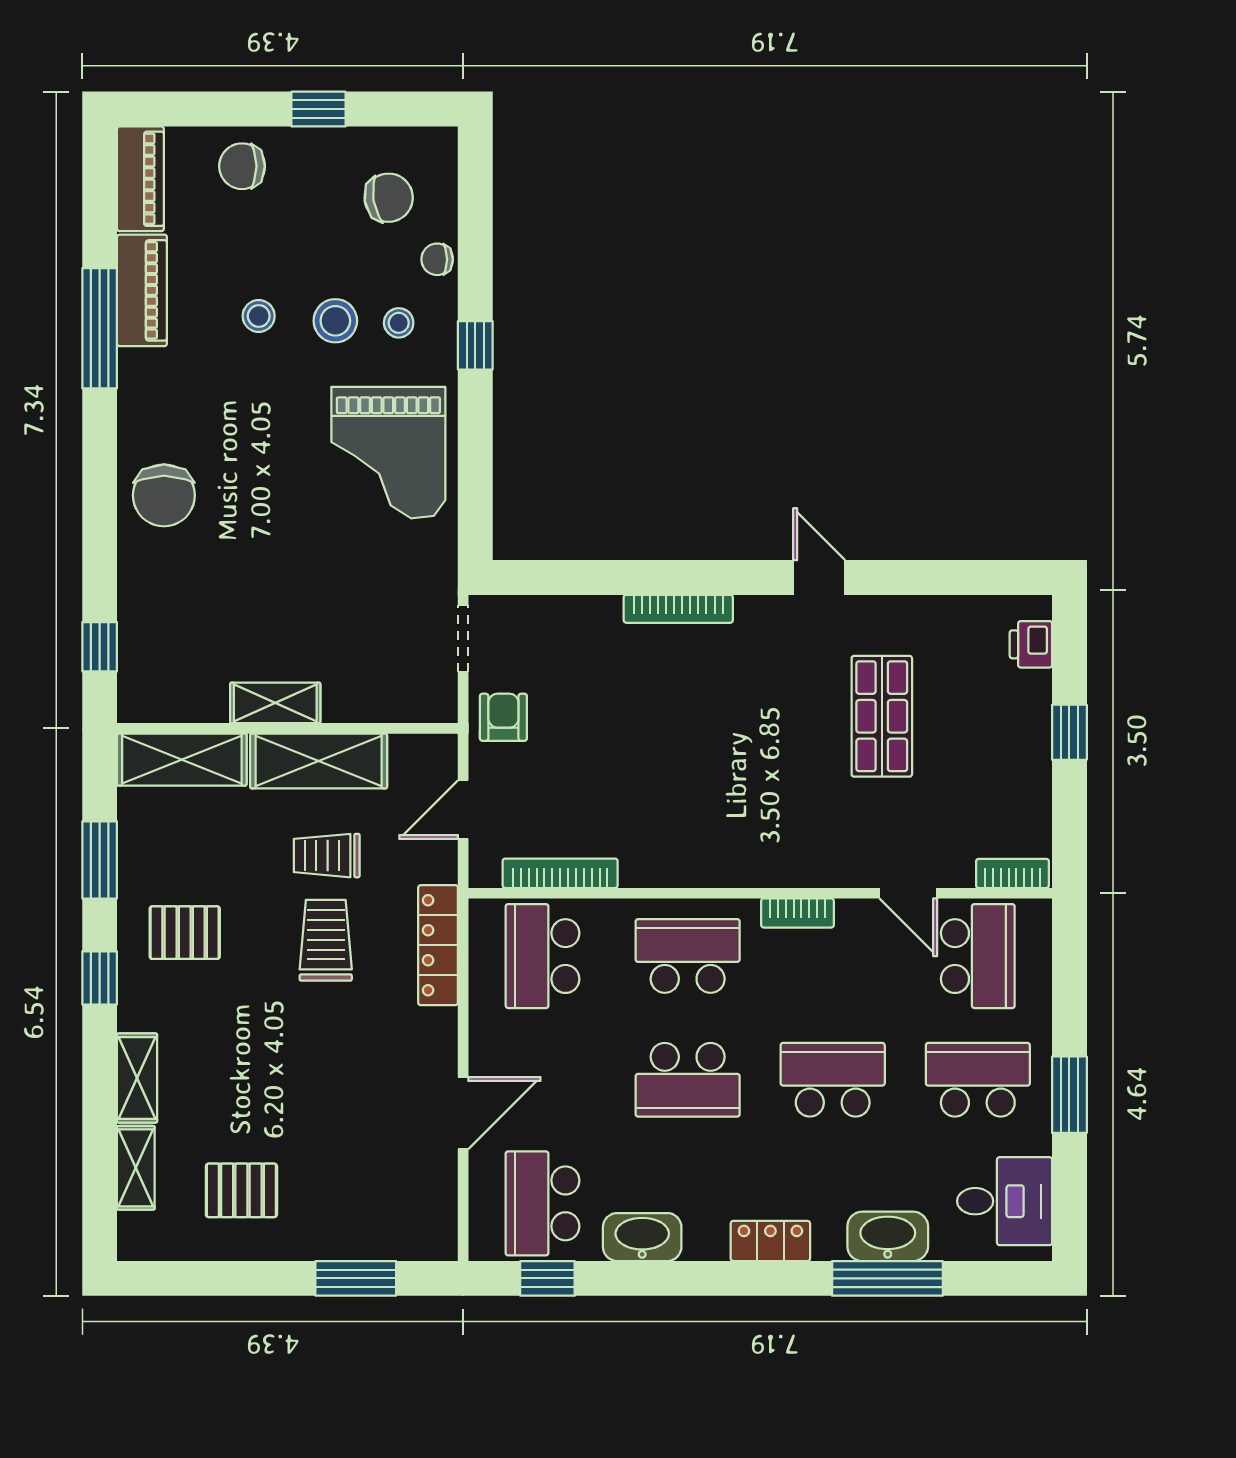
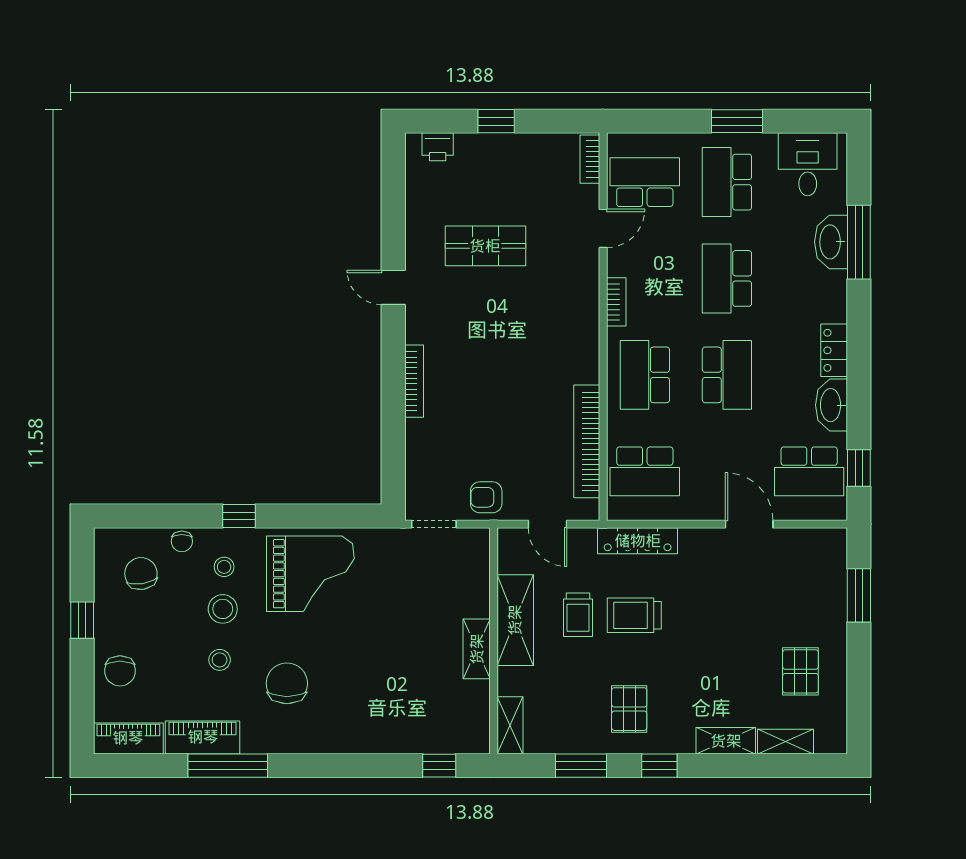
chair: (164, 495) -> (287, 683), moved, turned -90
door: (819, 577) -> (393, 287), hinge flipped
shelving: (182, 760) -> (510, 725), width x0.67, depth x0.75
bookcase: (560, 873) -> (587, 441), width x1.48, depth x1.31
locker: (770, 1241) -> (834, 350), moved

